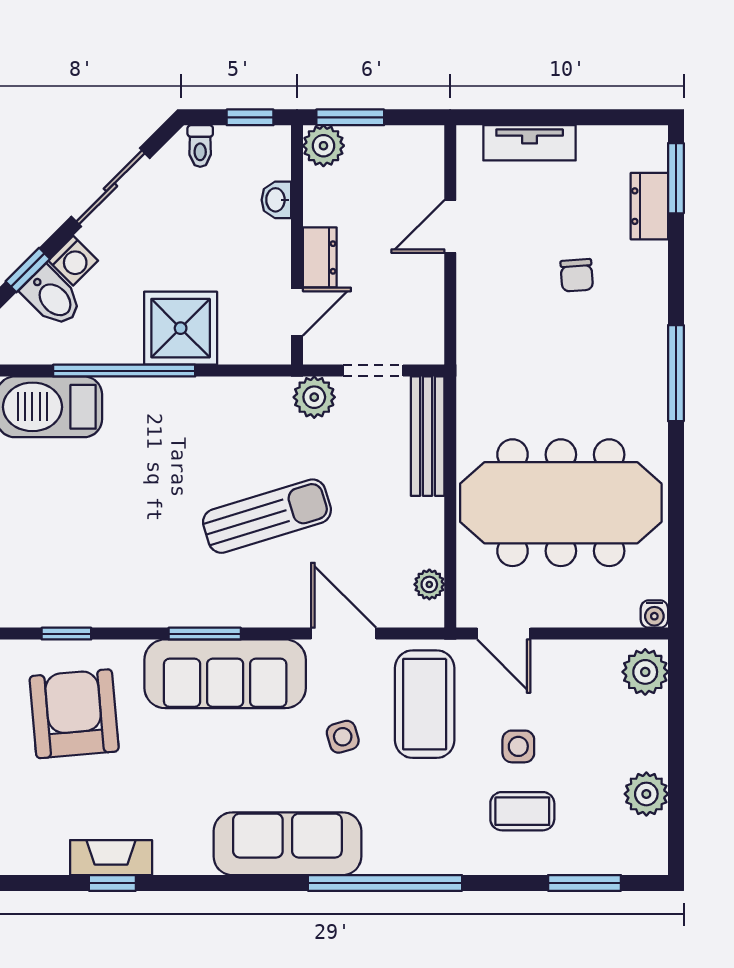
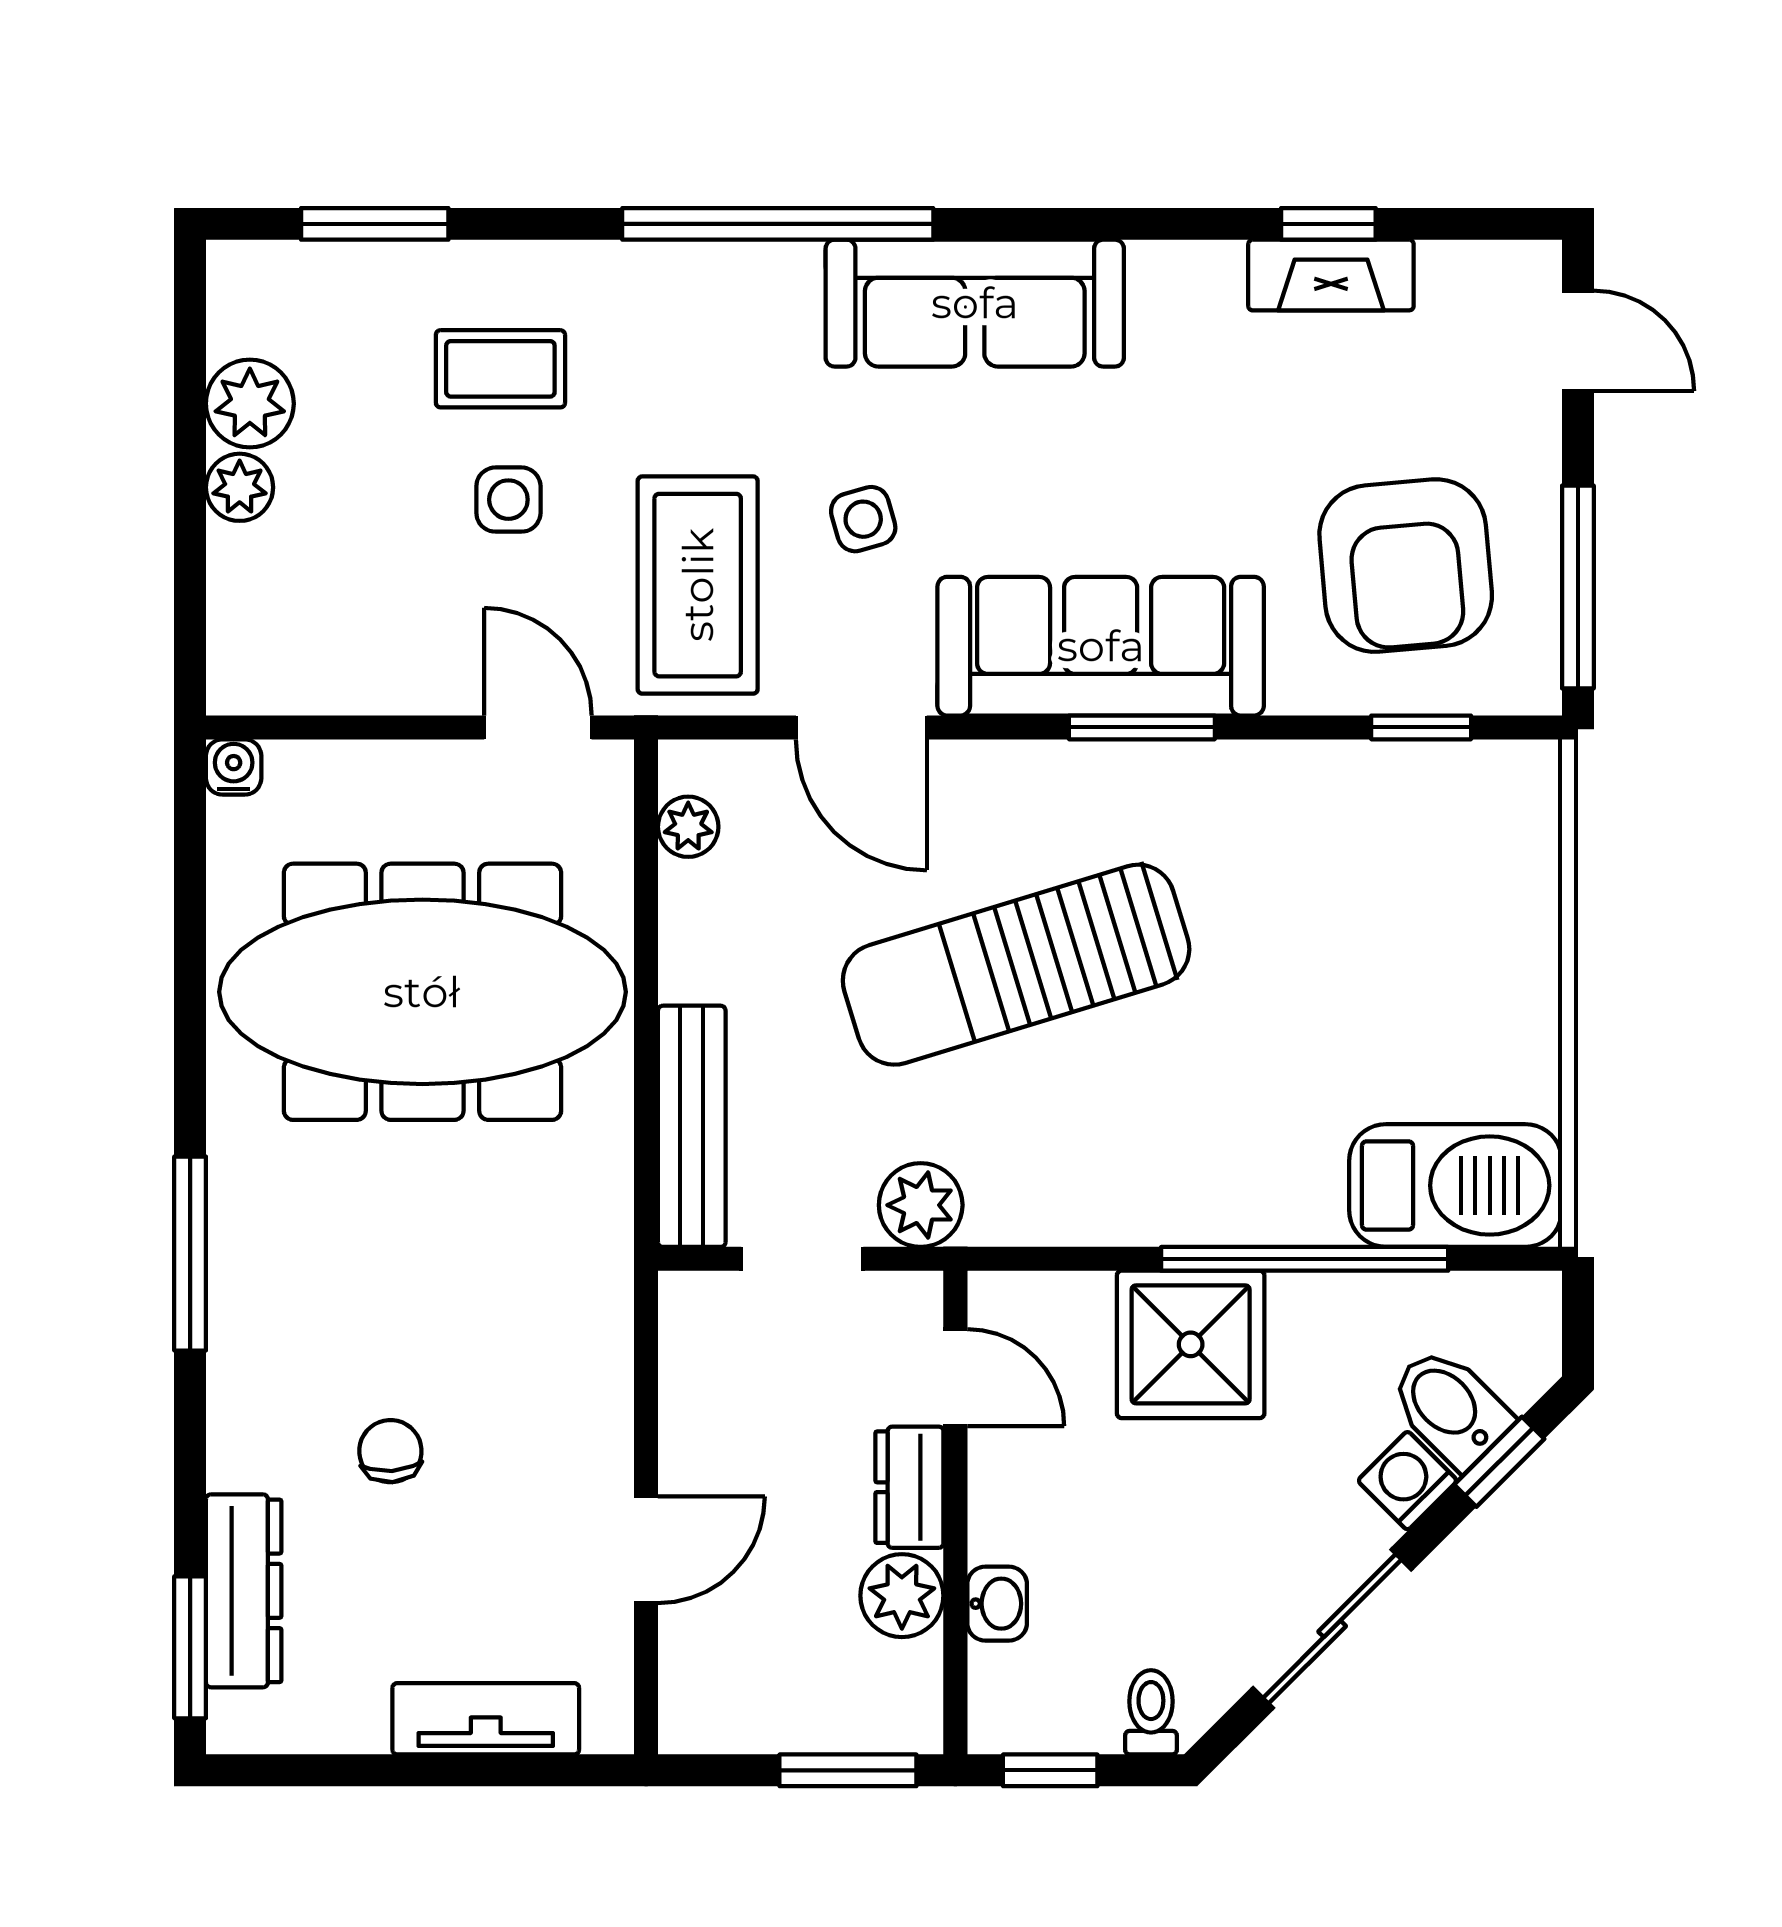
plant: (323, 146) -> (902, 1596), moved
dresser: (649, 206) -> (244, 1591), width x1.44
door: (297, 312) -> (955, 1378), swing flipped
sun lounger: (267, 516) -> (1016, 965), width x1.36, depth x1.34
plant: (645, 672) -> (240, 487), moved, width x0.73, depth x0.73

